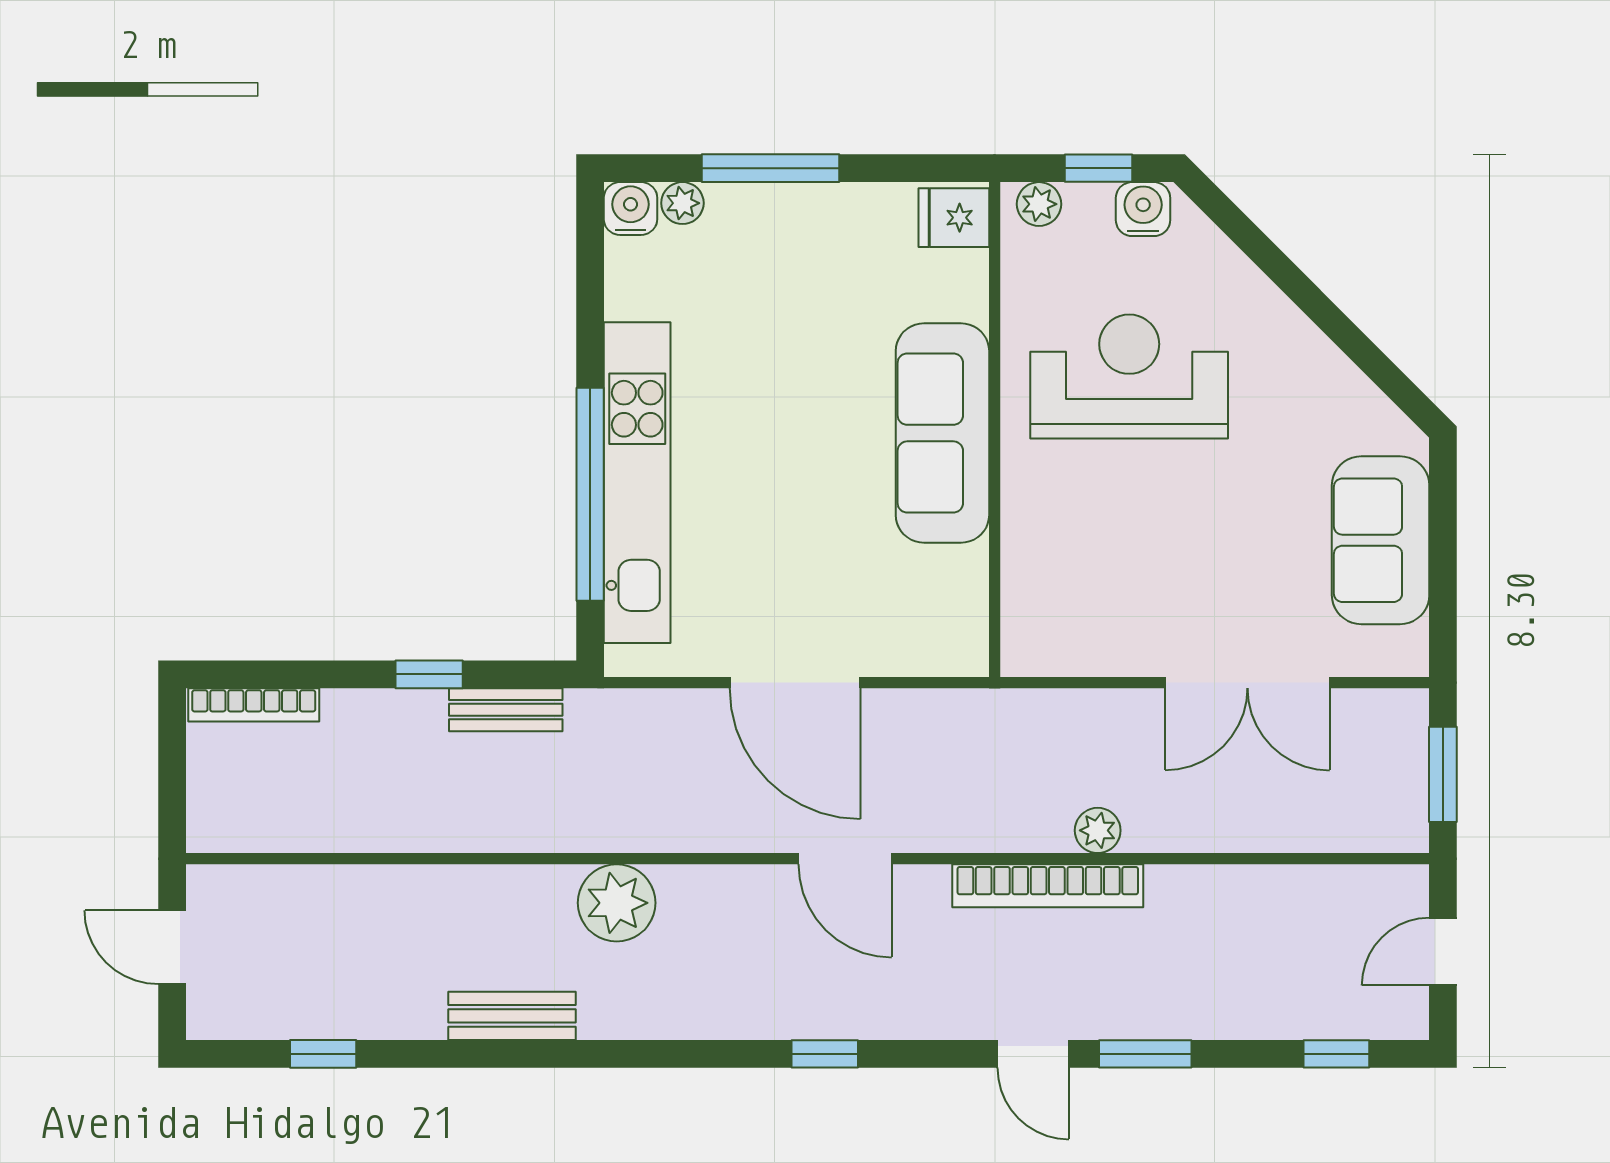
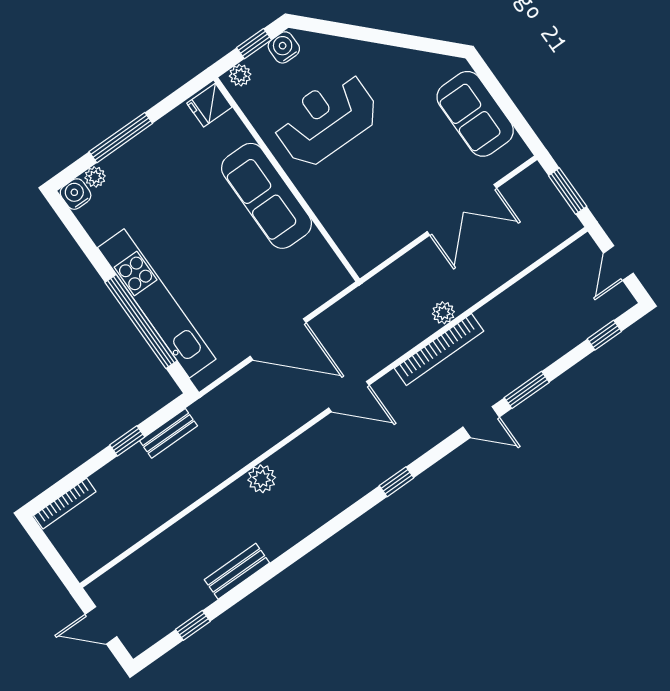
plant: (617, 903) -> (262, 479), width x0.73, depth x0.73
bench: (512, 1016) -> (237, 571), moved

